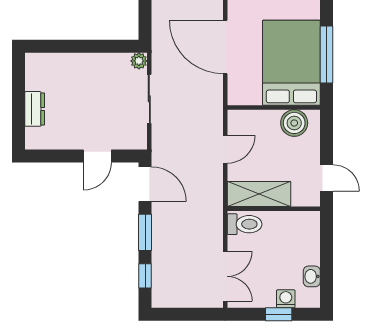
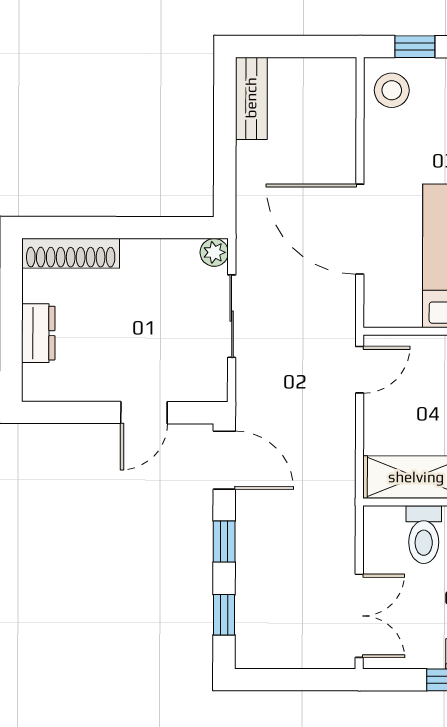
shoe rack: (54, 62) -> (71, 253), added
door: (225, 149) -> (360, 370), moved
toilet: (245, 224) -> (424, 535), moved, turned 90
window: (145, 232) -> (224, 541), width x0.67

